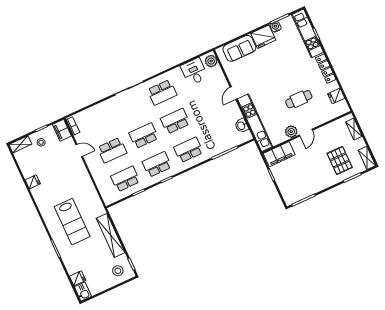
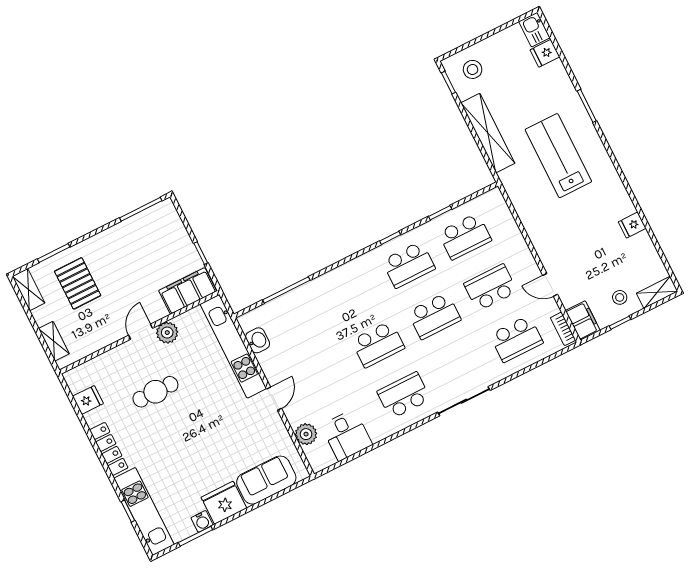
plant: (211, 61) -> (306, 434), moved
school desk: (188, 150) -> (516, 339), moved

